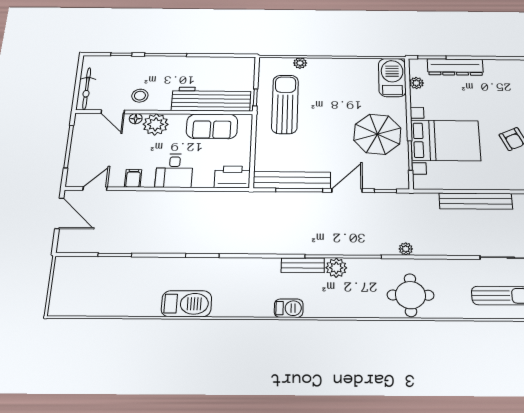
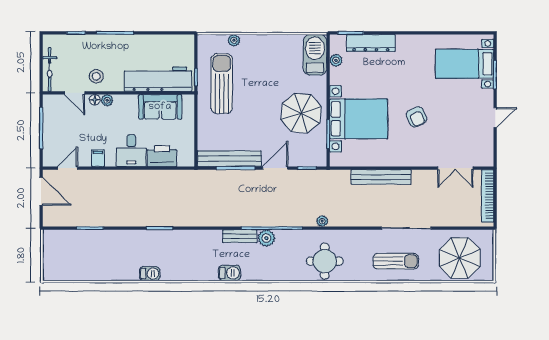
plant: (156, 124) -> (107, 100), width x0.53, depth x0.53
printer: (232, 177) -> (162, 156), moved
barbecue: (186, 304) -> (150, 274), width x0.53, depth x0.65

